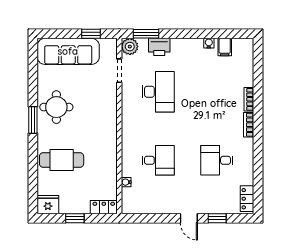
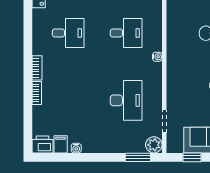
printer: (159, 47) -> (43, 144), moved
desk: (158, 92) -> (126, 100), turned 180
desk: (158, 160) -> (126, 33), turned 180
water cooler: (126, 182) -> (157, 57), moved

